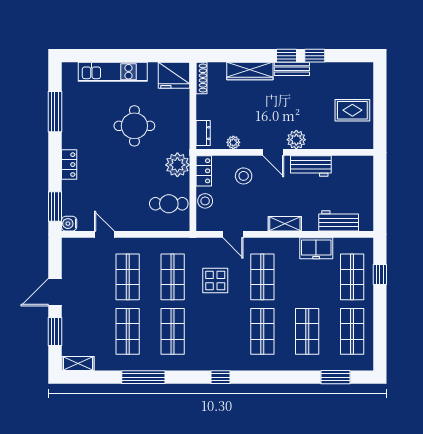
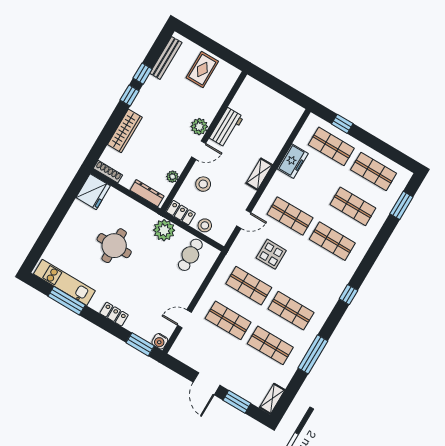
bench: (292, 69) -> (166, 58), moved, width x1.36
kitchen unit: (113, 72) -> (64, 282), moved, turned -90
dresser: (203, 133) -> (147, 193), width x1.44
workbench: (339, 221) -> (282, 131), removed

